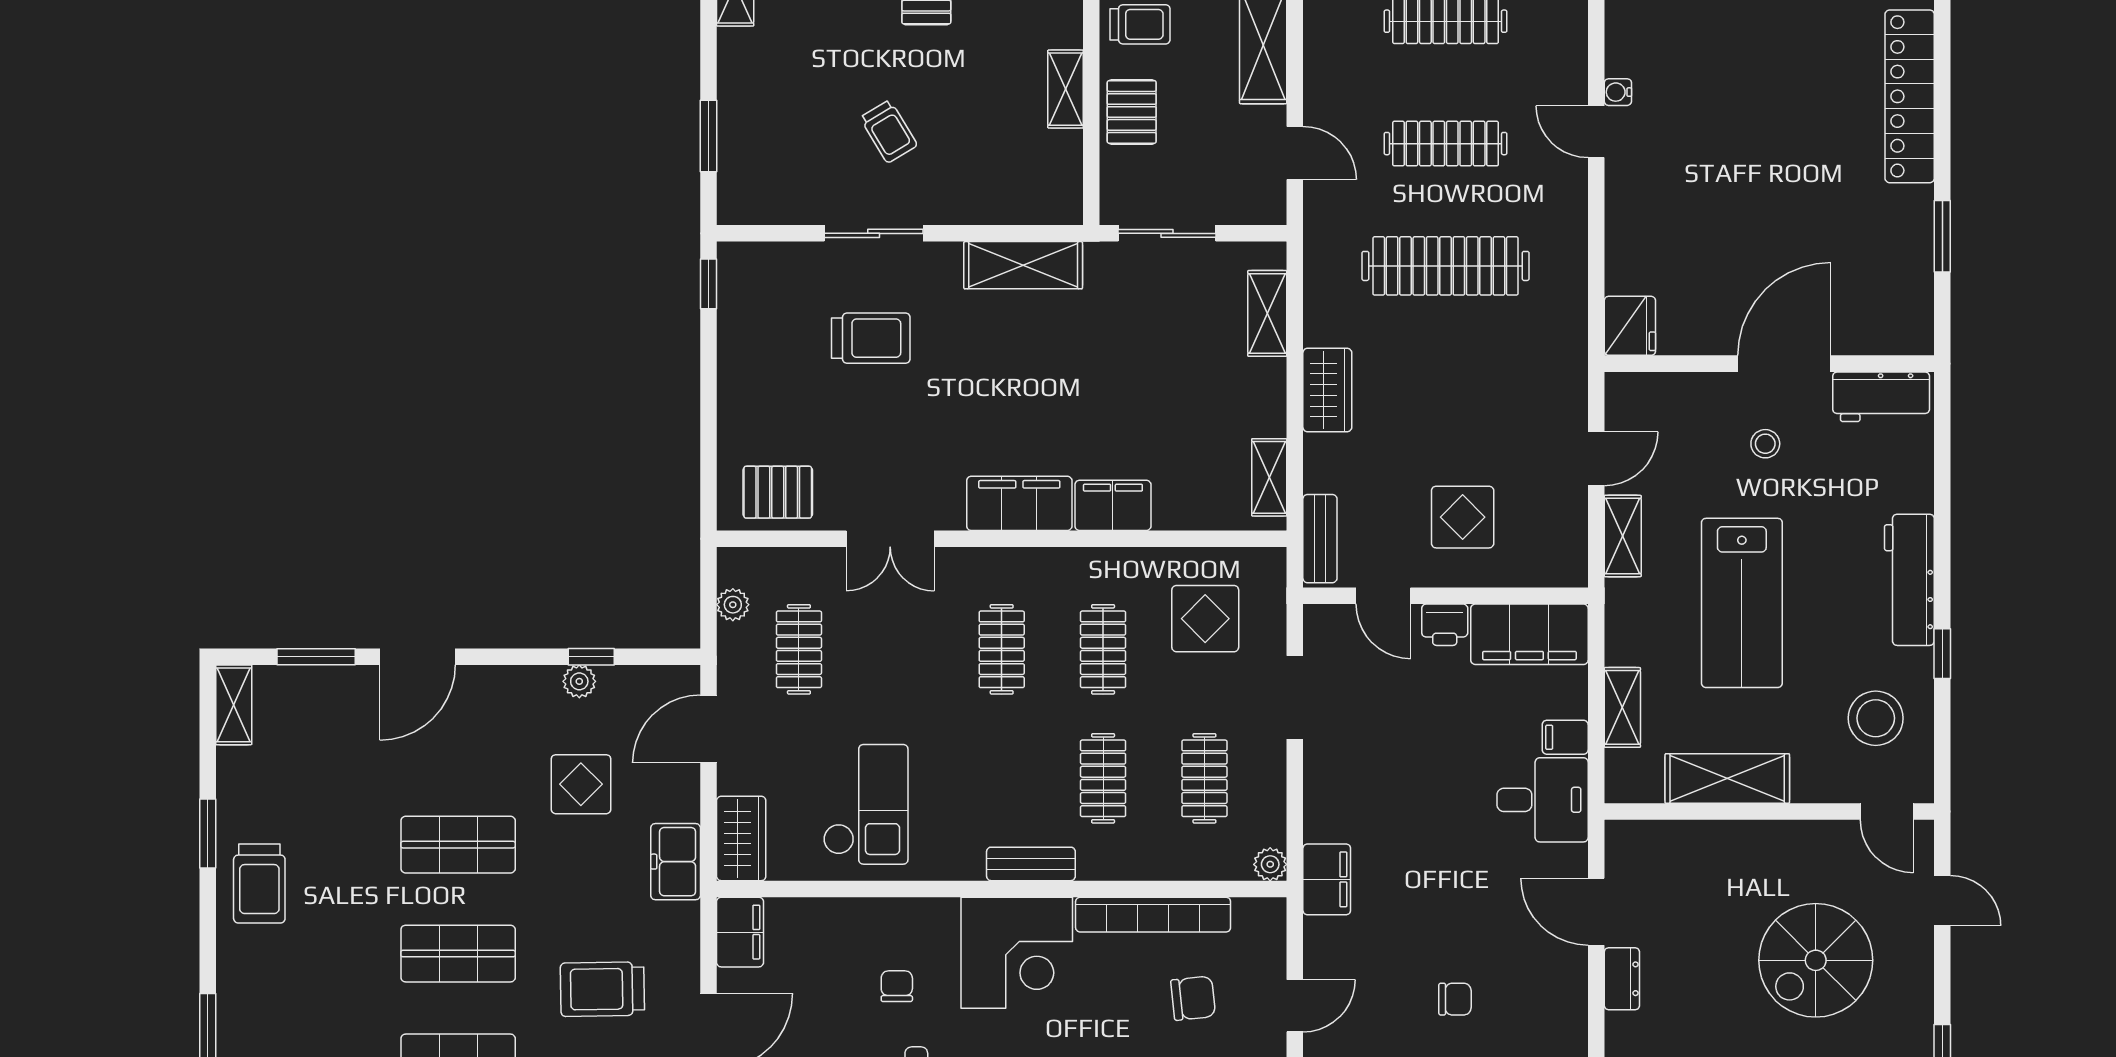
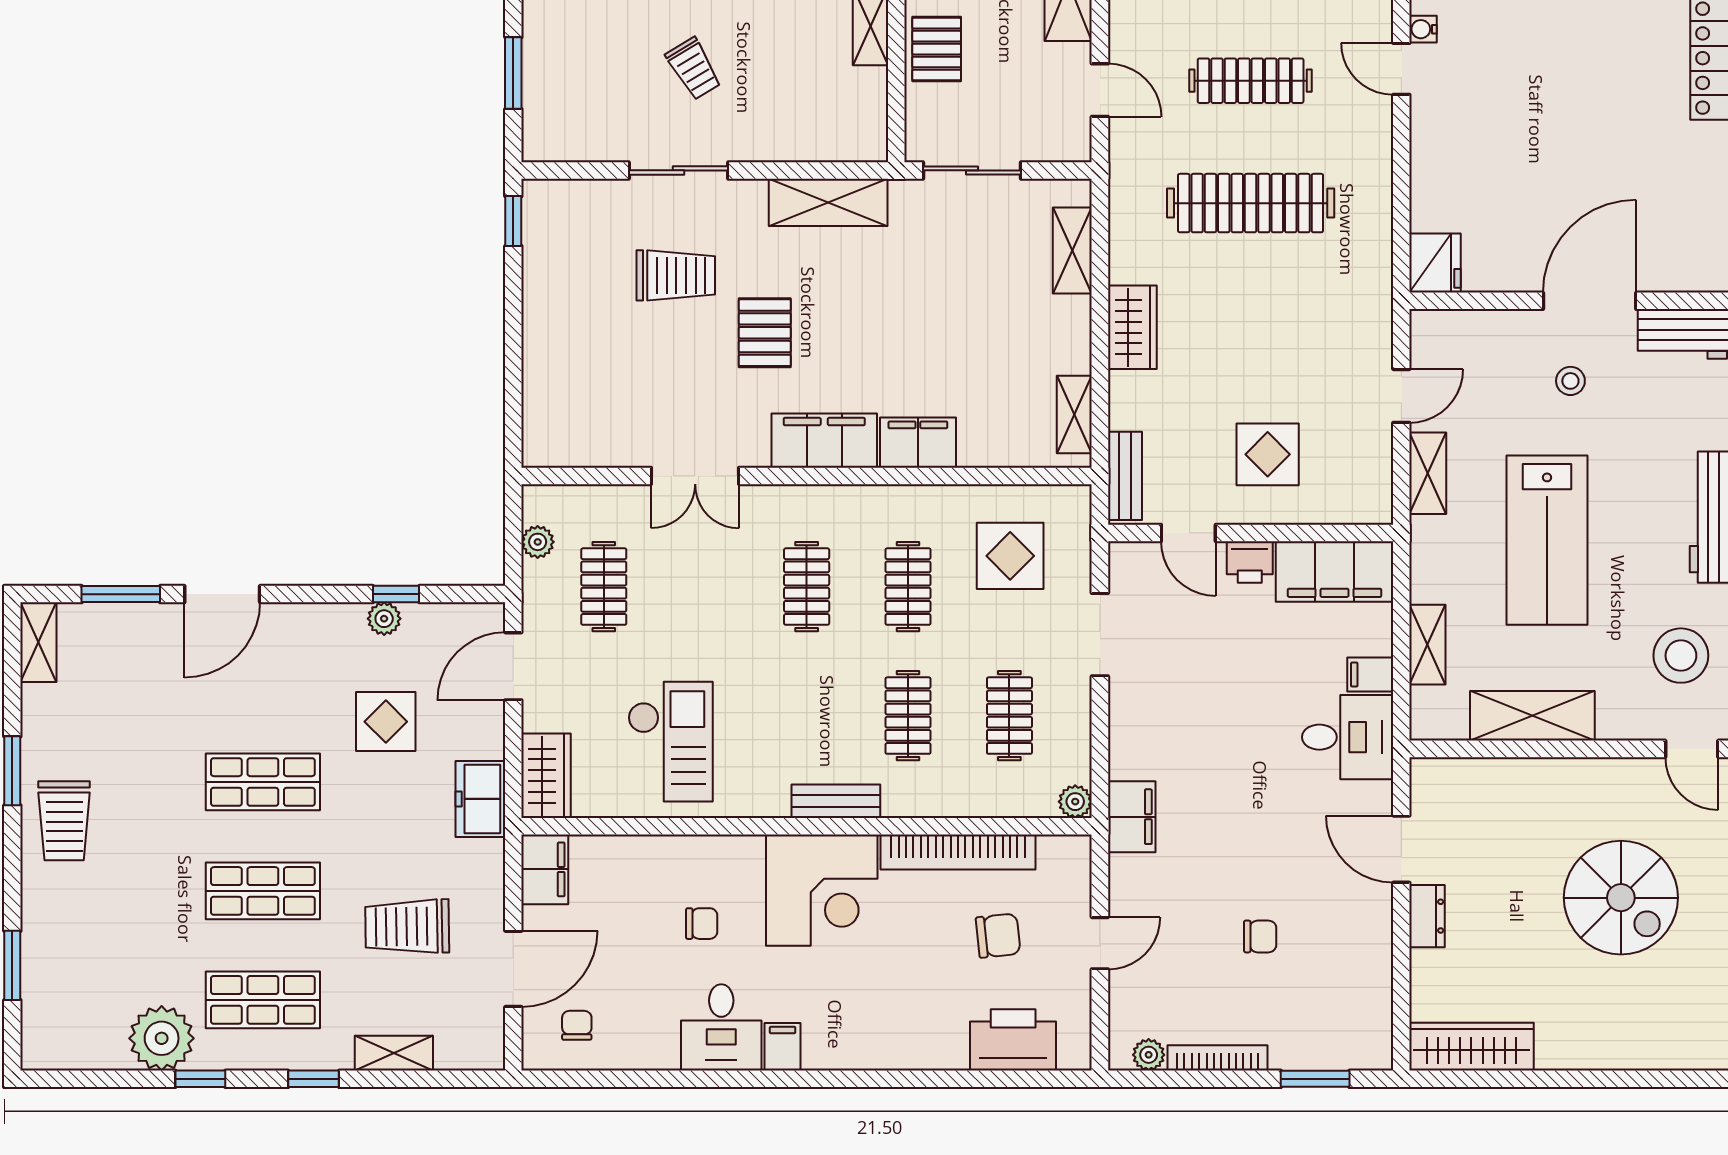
pallet: (778, 492) -> (765, 333), moved, turned 90
spiral stairs: (1816, 960) -> (1621, 898), turned -90
chair: (897, 986) -> (702, 924), turned 90

